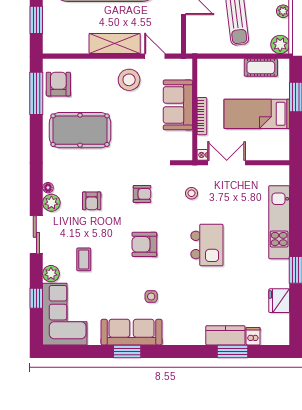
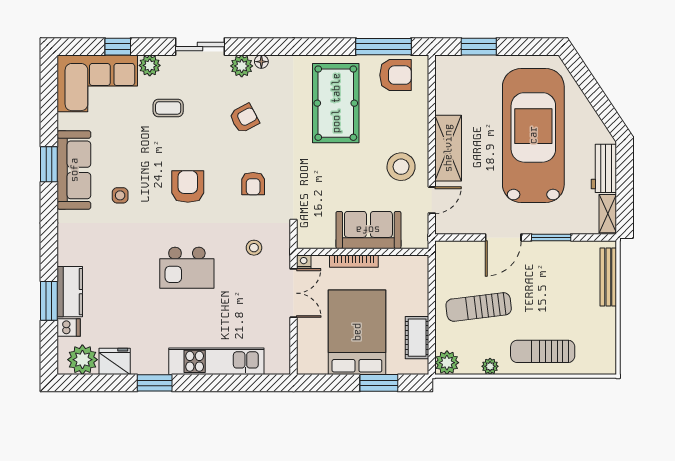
bed: (257, 114) -> (357, 332), width x1.50
armchair: (92, 201) -> (244, 118), turned 152
plant: (278, 326) -> (82, 360), added

